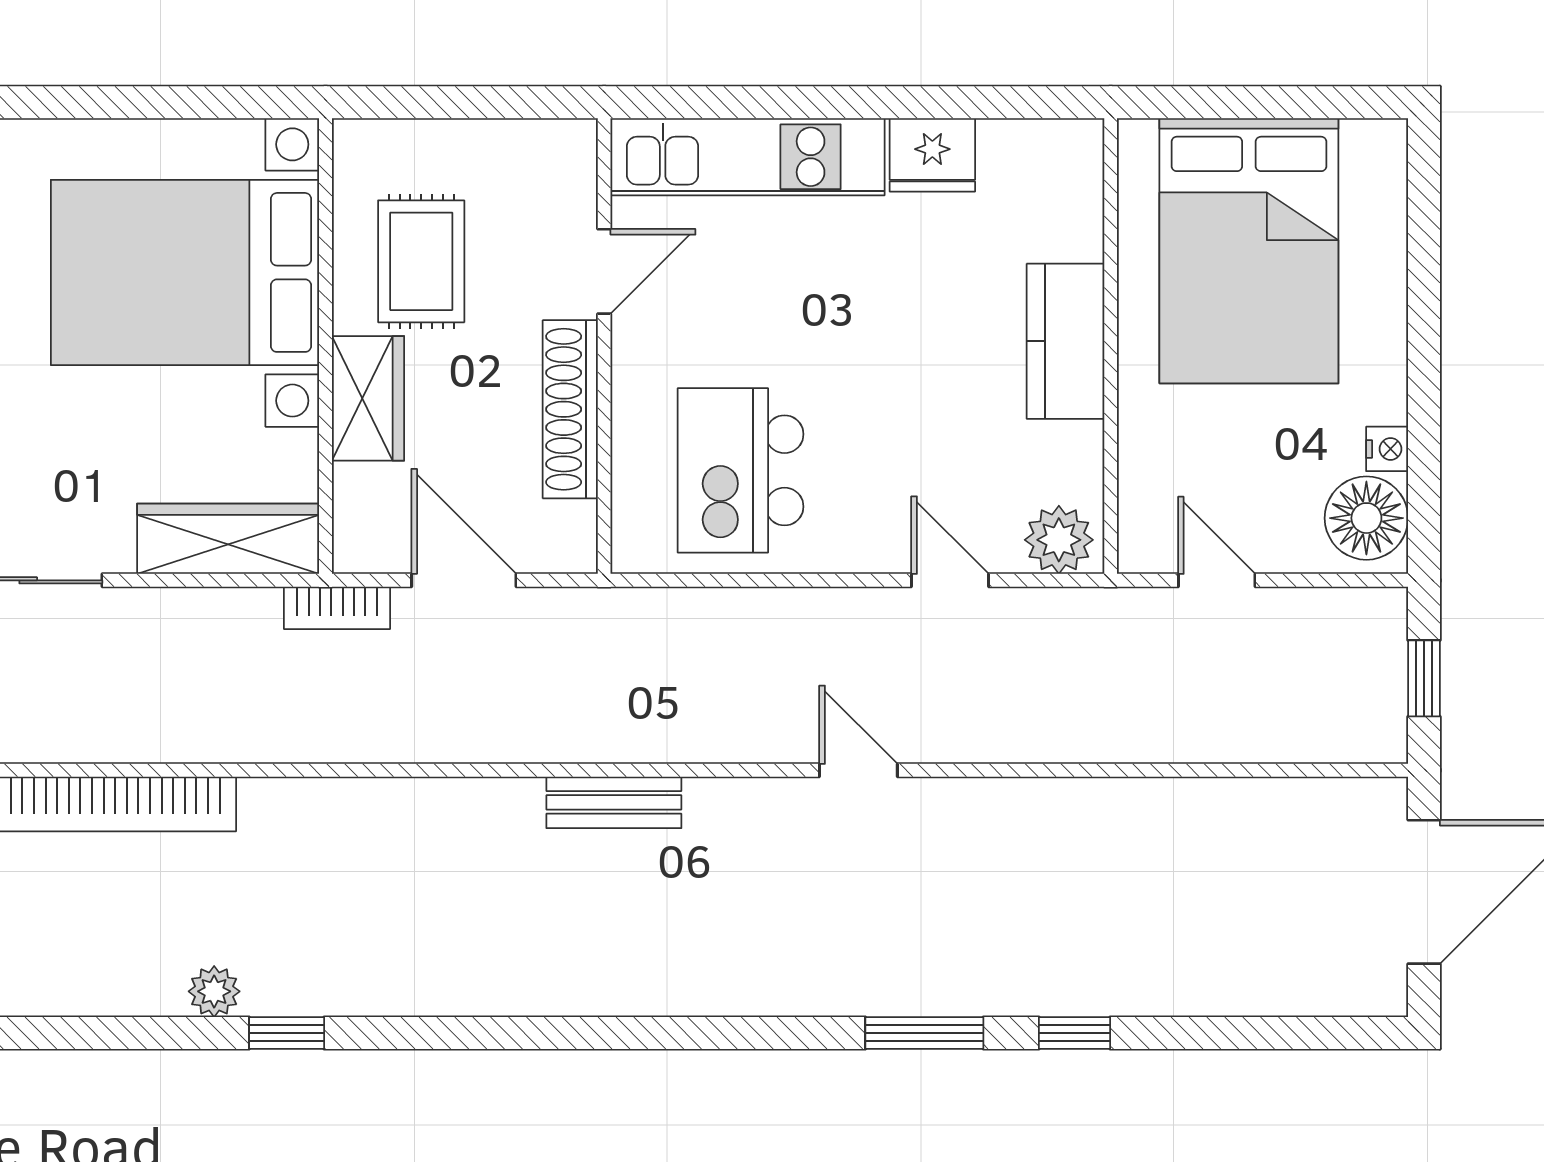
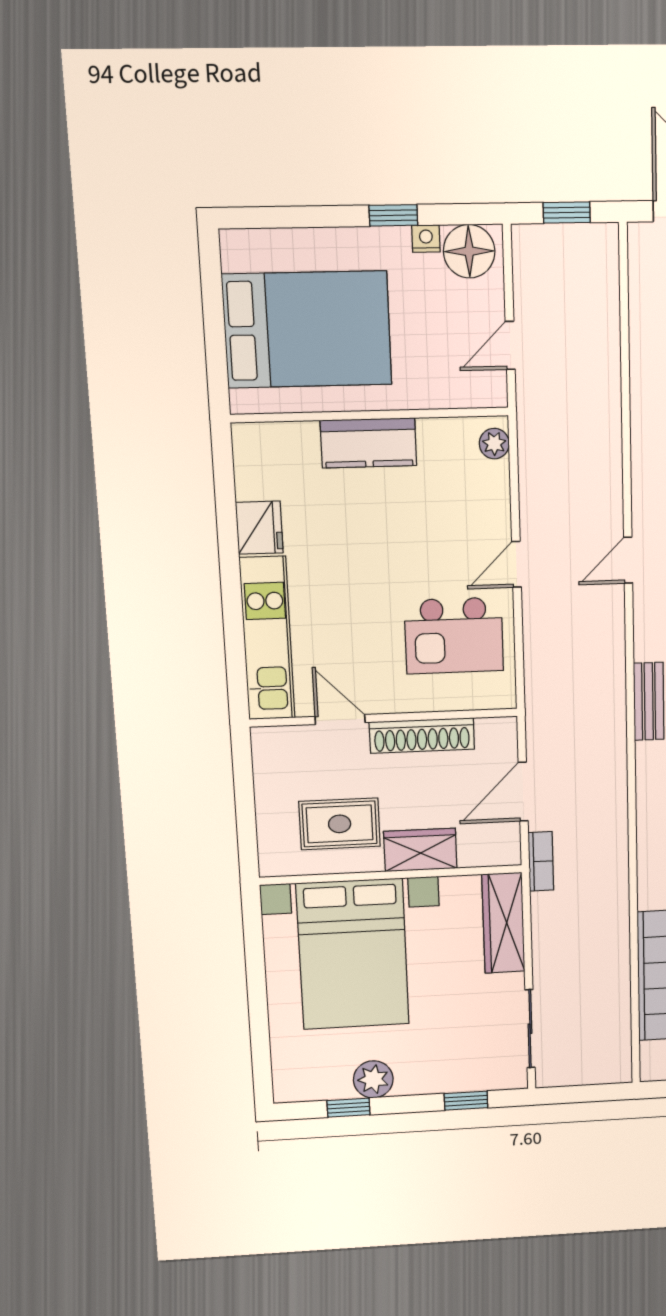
window: (1424, 398) -> (393, 215), added
plant: (1059, 540) -> (494, 444), width x0.73, depth x0.73
door: (950, 580) -> (517, 564), moved

